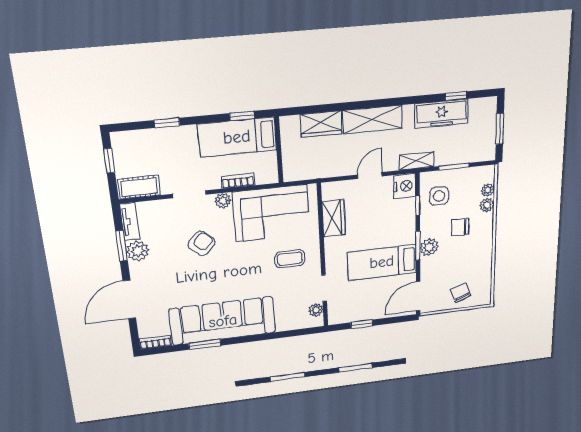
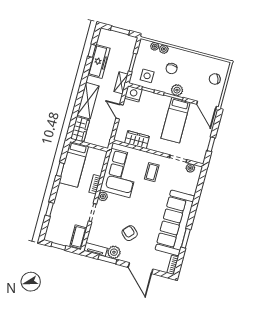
bed: (237, 137) -> (74, 164), moved
wall: (279, 150) -> (89, 145), moved
armchair: (202, 243) -> (130, 233), moved

